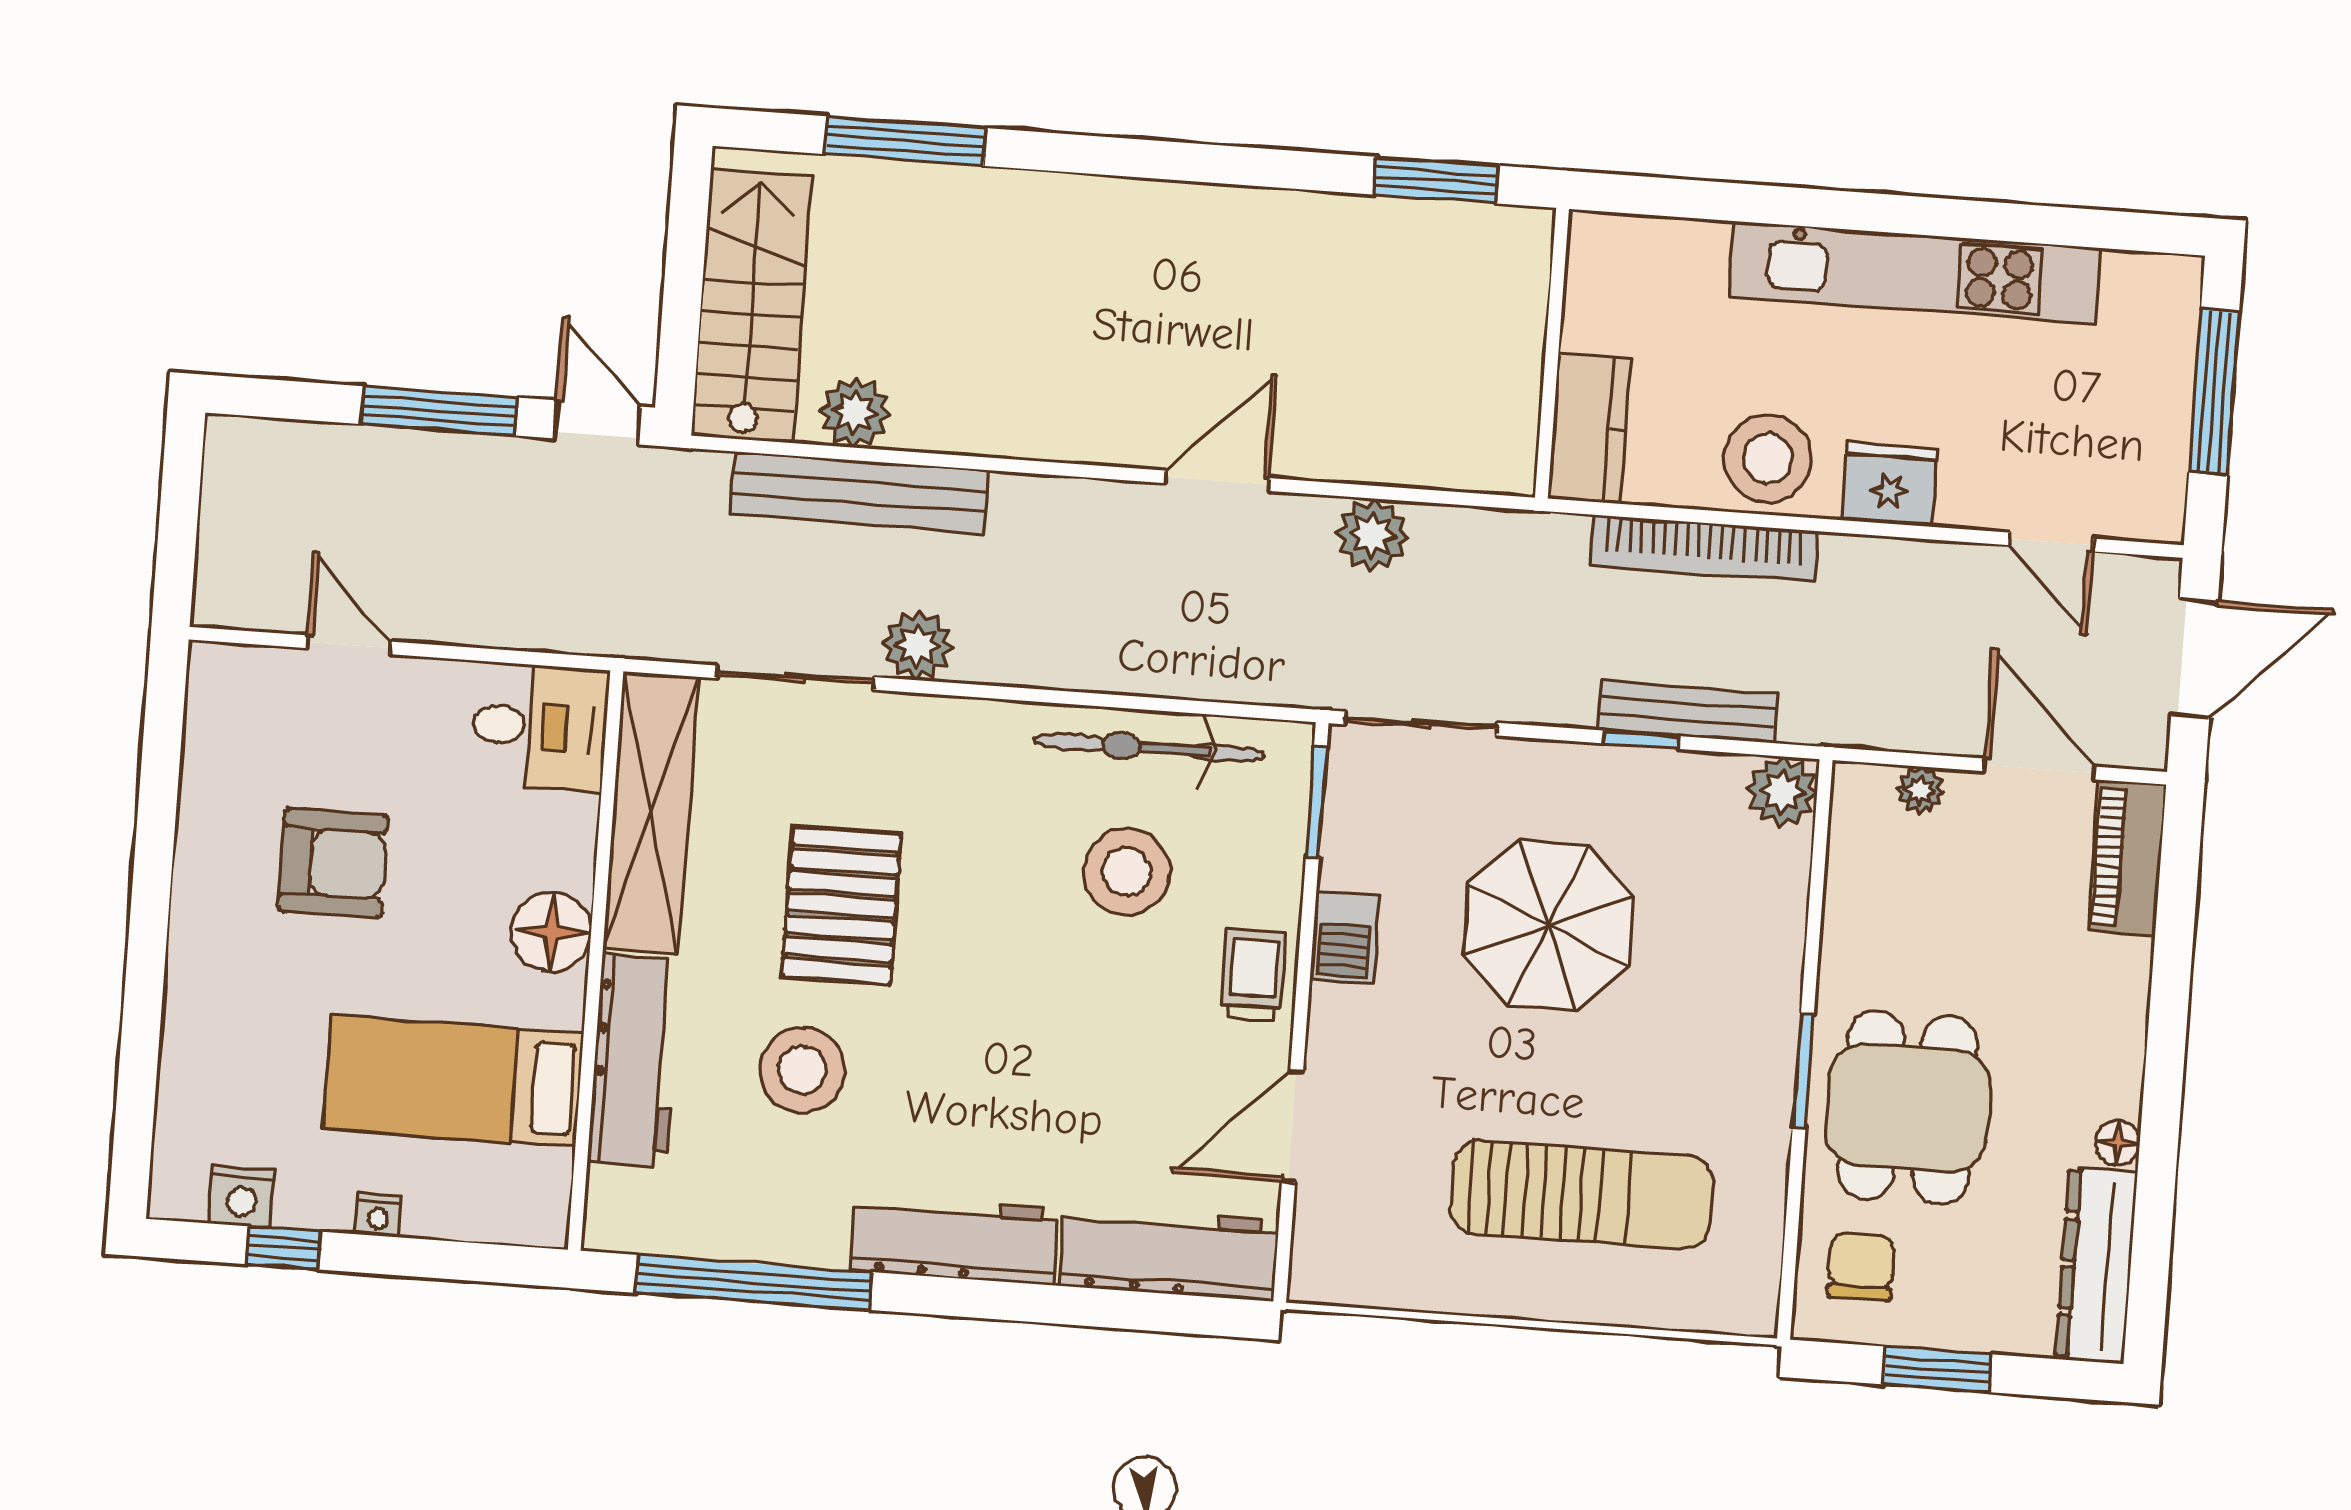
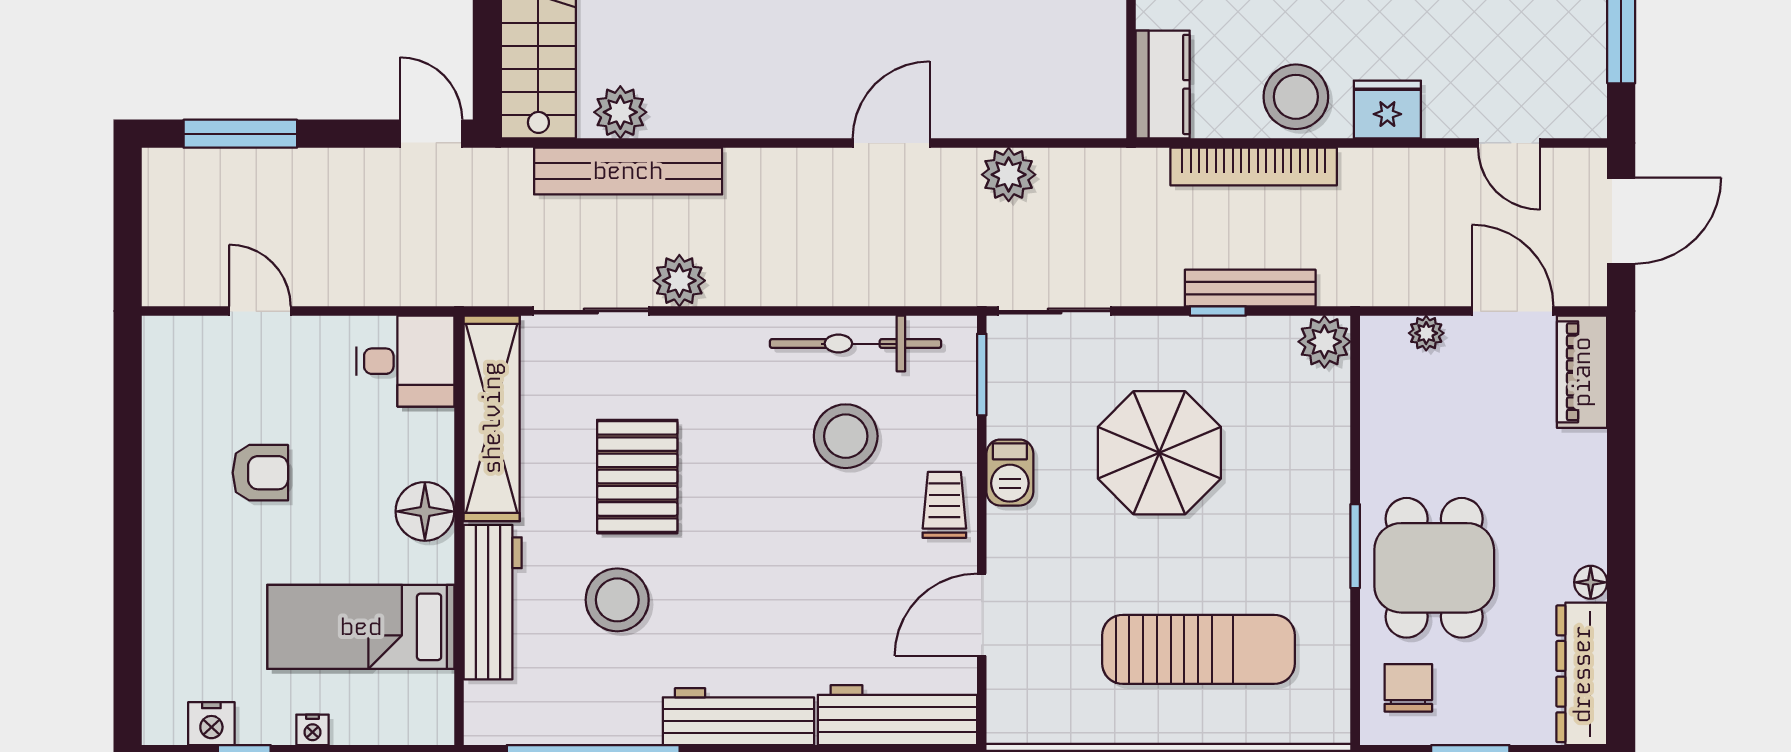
window: (440, 411) -> (240, 134), moved
armchair: (333, 863) -> (260, 473), width x0.72, depth x0.72

